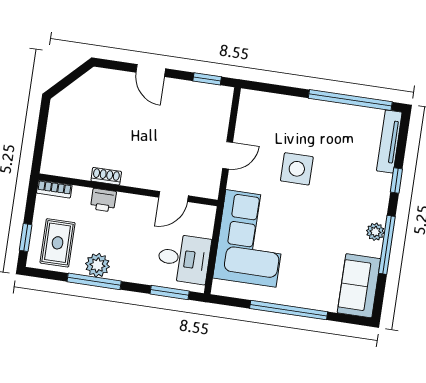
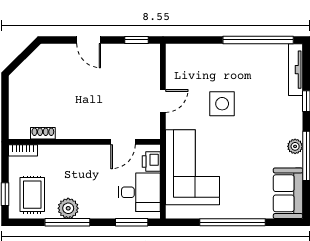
shoe rack: (106, 176) -> (43, 133), moved
printer: (103, 200) -> (151, 162), moved, turned 90

